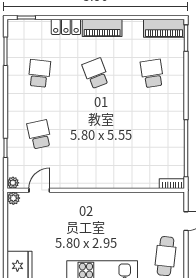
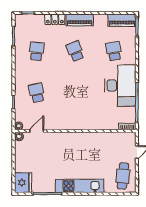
desk: (162, 124) -> (120, 86), added

